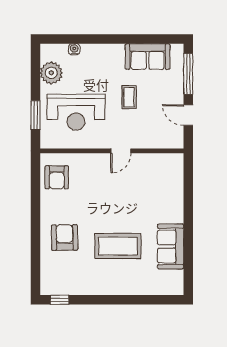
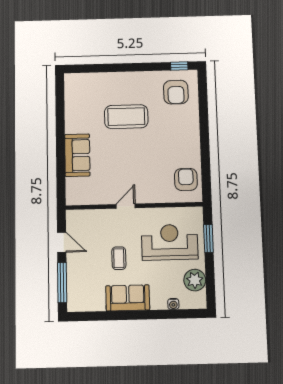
sofa: (148, 57) -> (128, 298), moved
armchair: (65, 237) -> (176, 92), moved
sofa: (171, 246) -> (77, 155), moved

